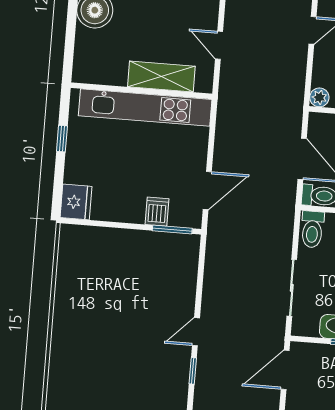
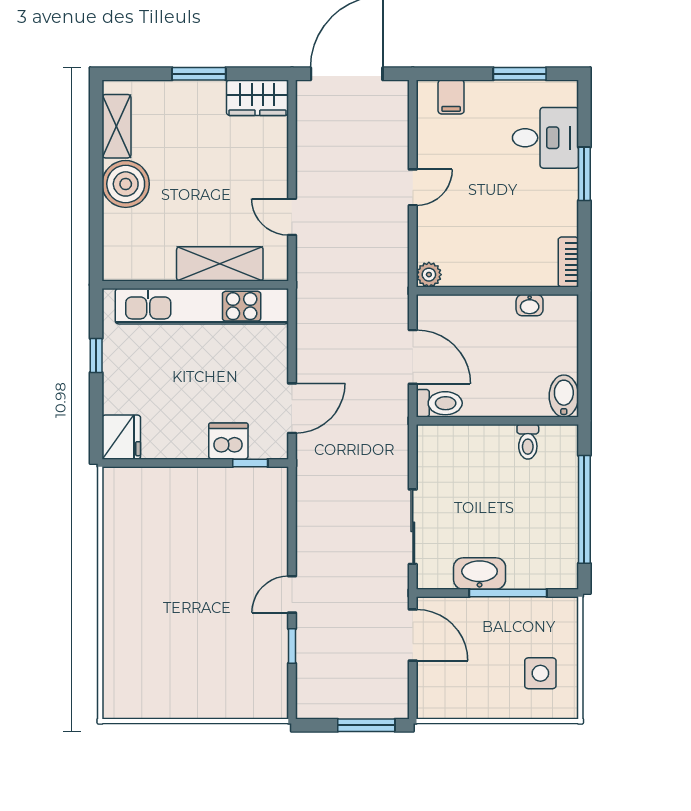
dishwasher: (157, 212) -> (228, 441), width x1.38
window: (172, 229) -> (250, 463), width x0.67
toilet: (312, 229) -> (434, 448), removed
door: (285, 370) -> (413, 635), swing flipped

